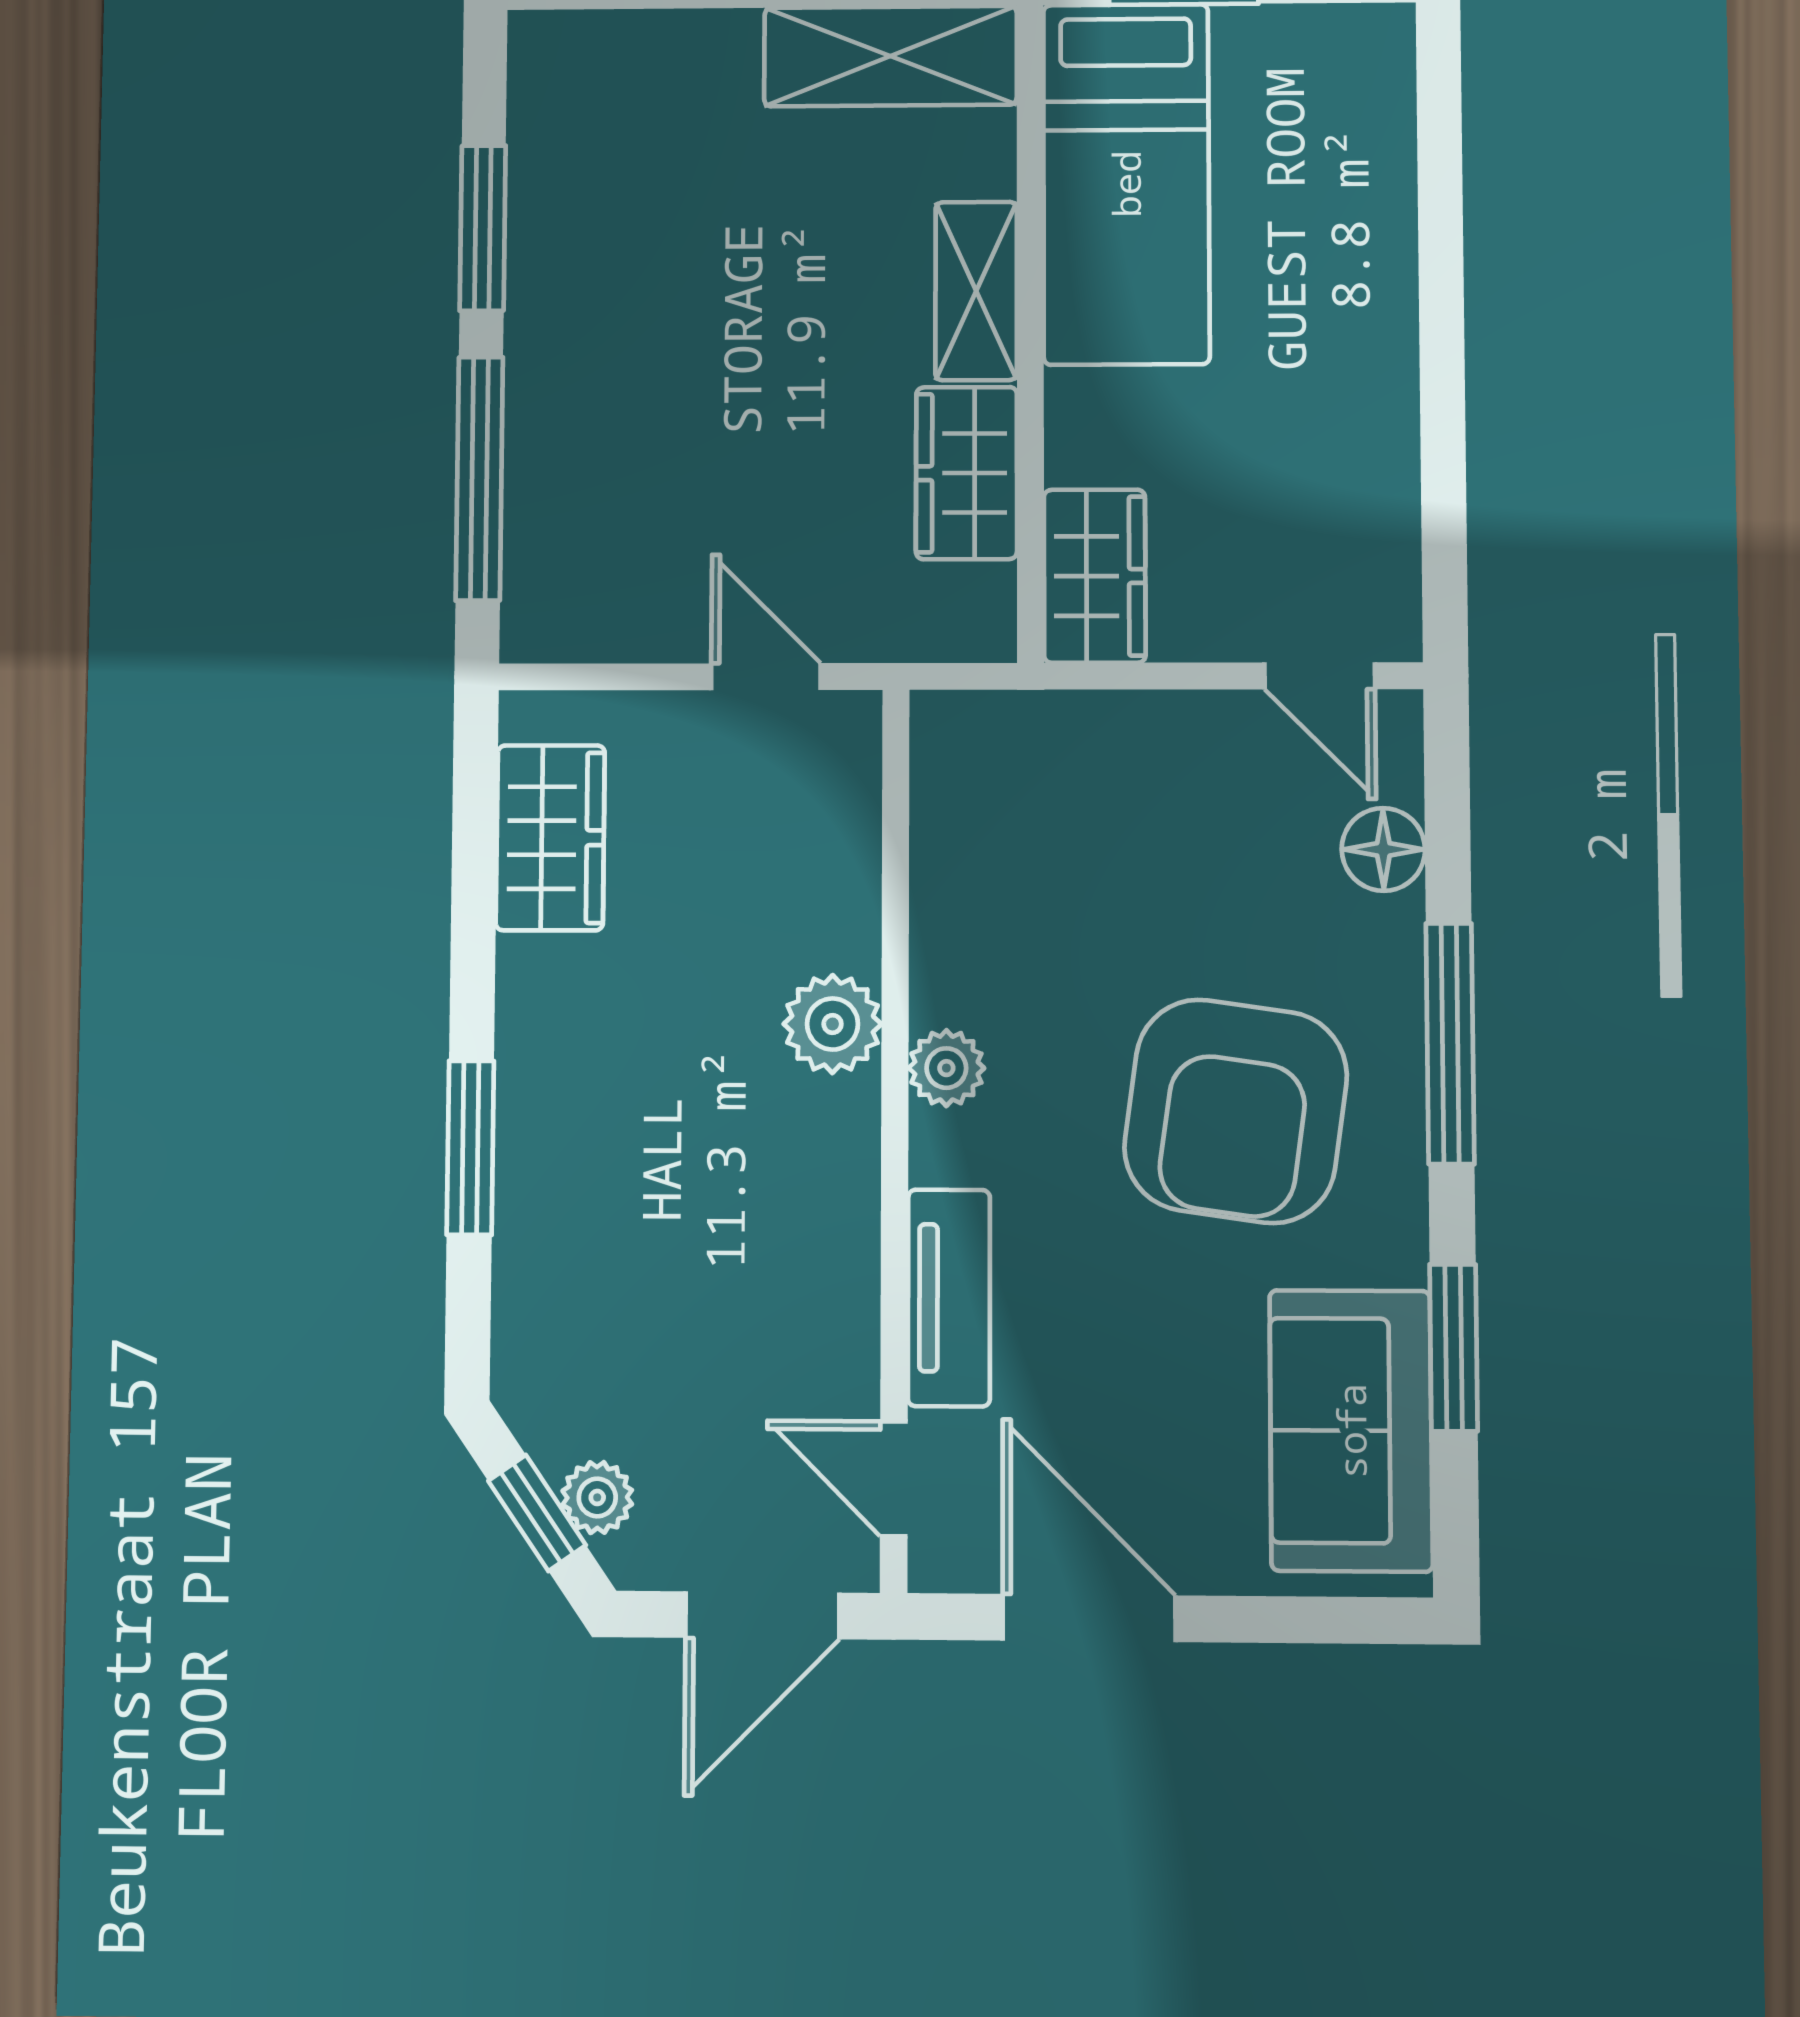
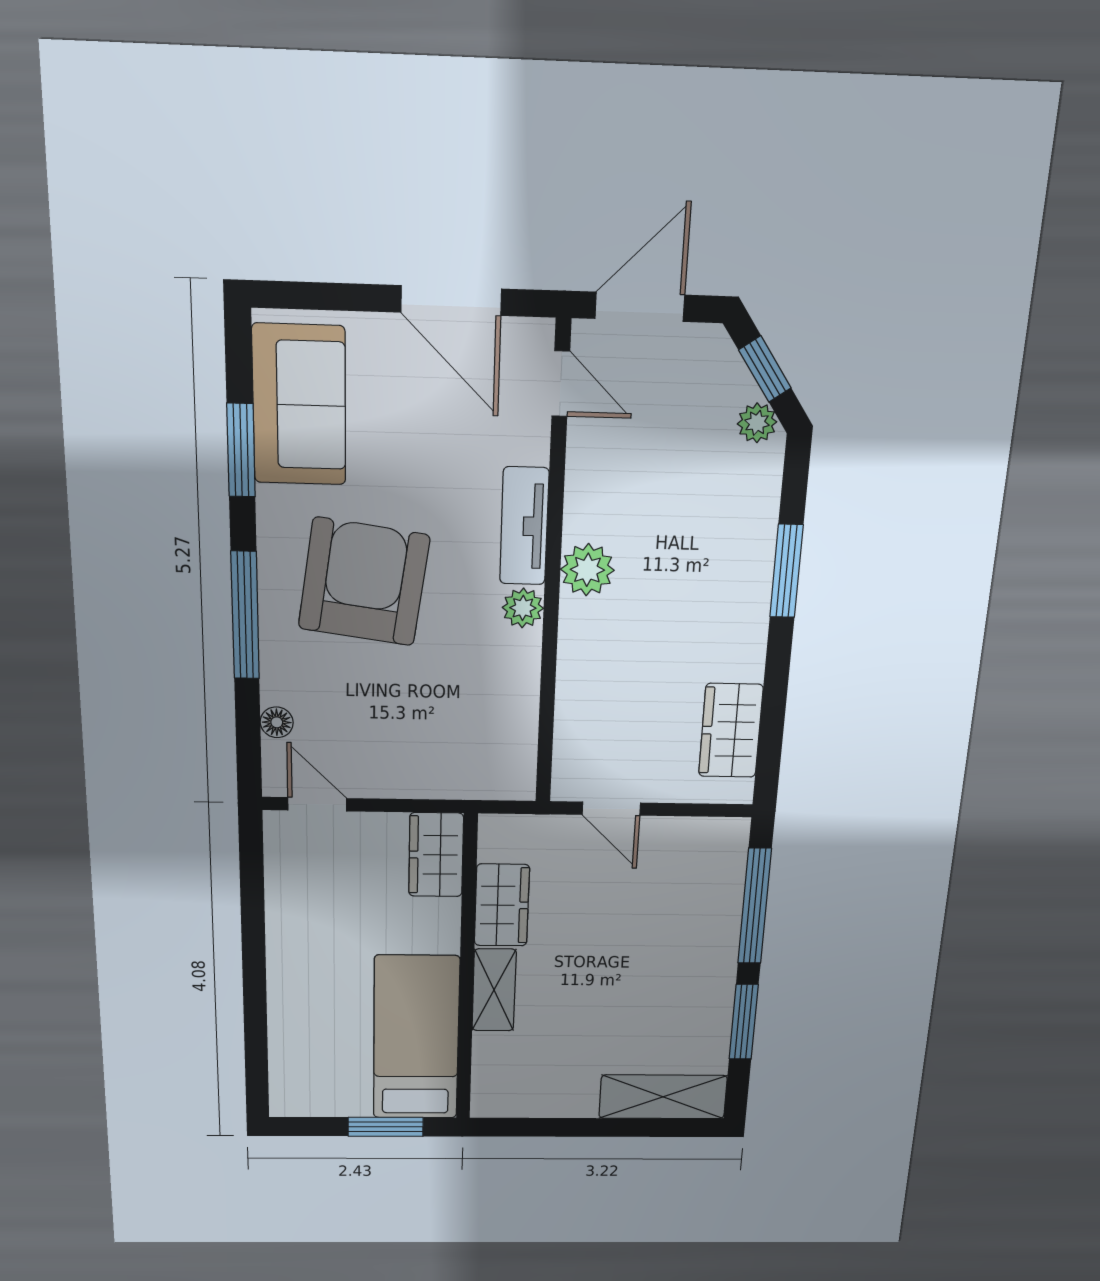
shelving: (890, 56) -> (663, 1097), moved
floor lamp: (1383, 849) -> (277, 722), width x0.73, depth x0.73
plant: (833, 1024) -> (587, 570), moved
tv unit: (949, 1298) -> (524, 526), moved
plant: (597, 1497) -> (757, 423), moved

